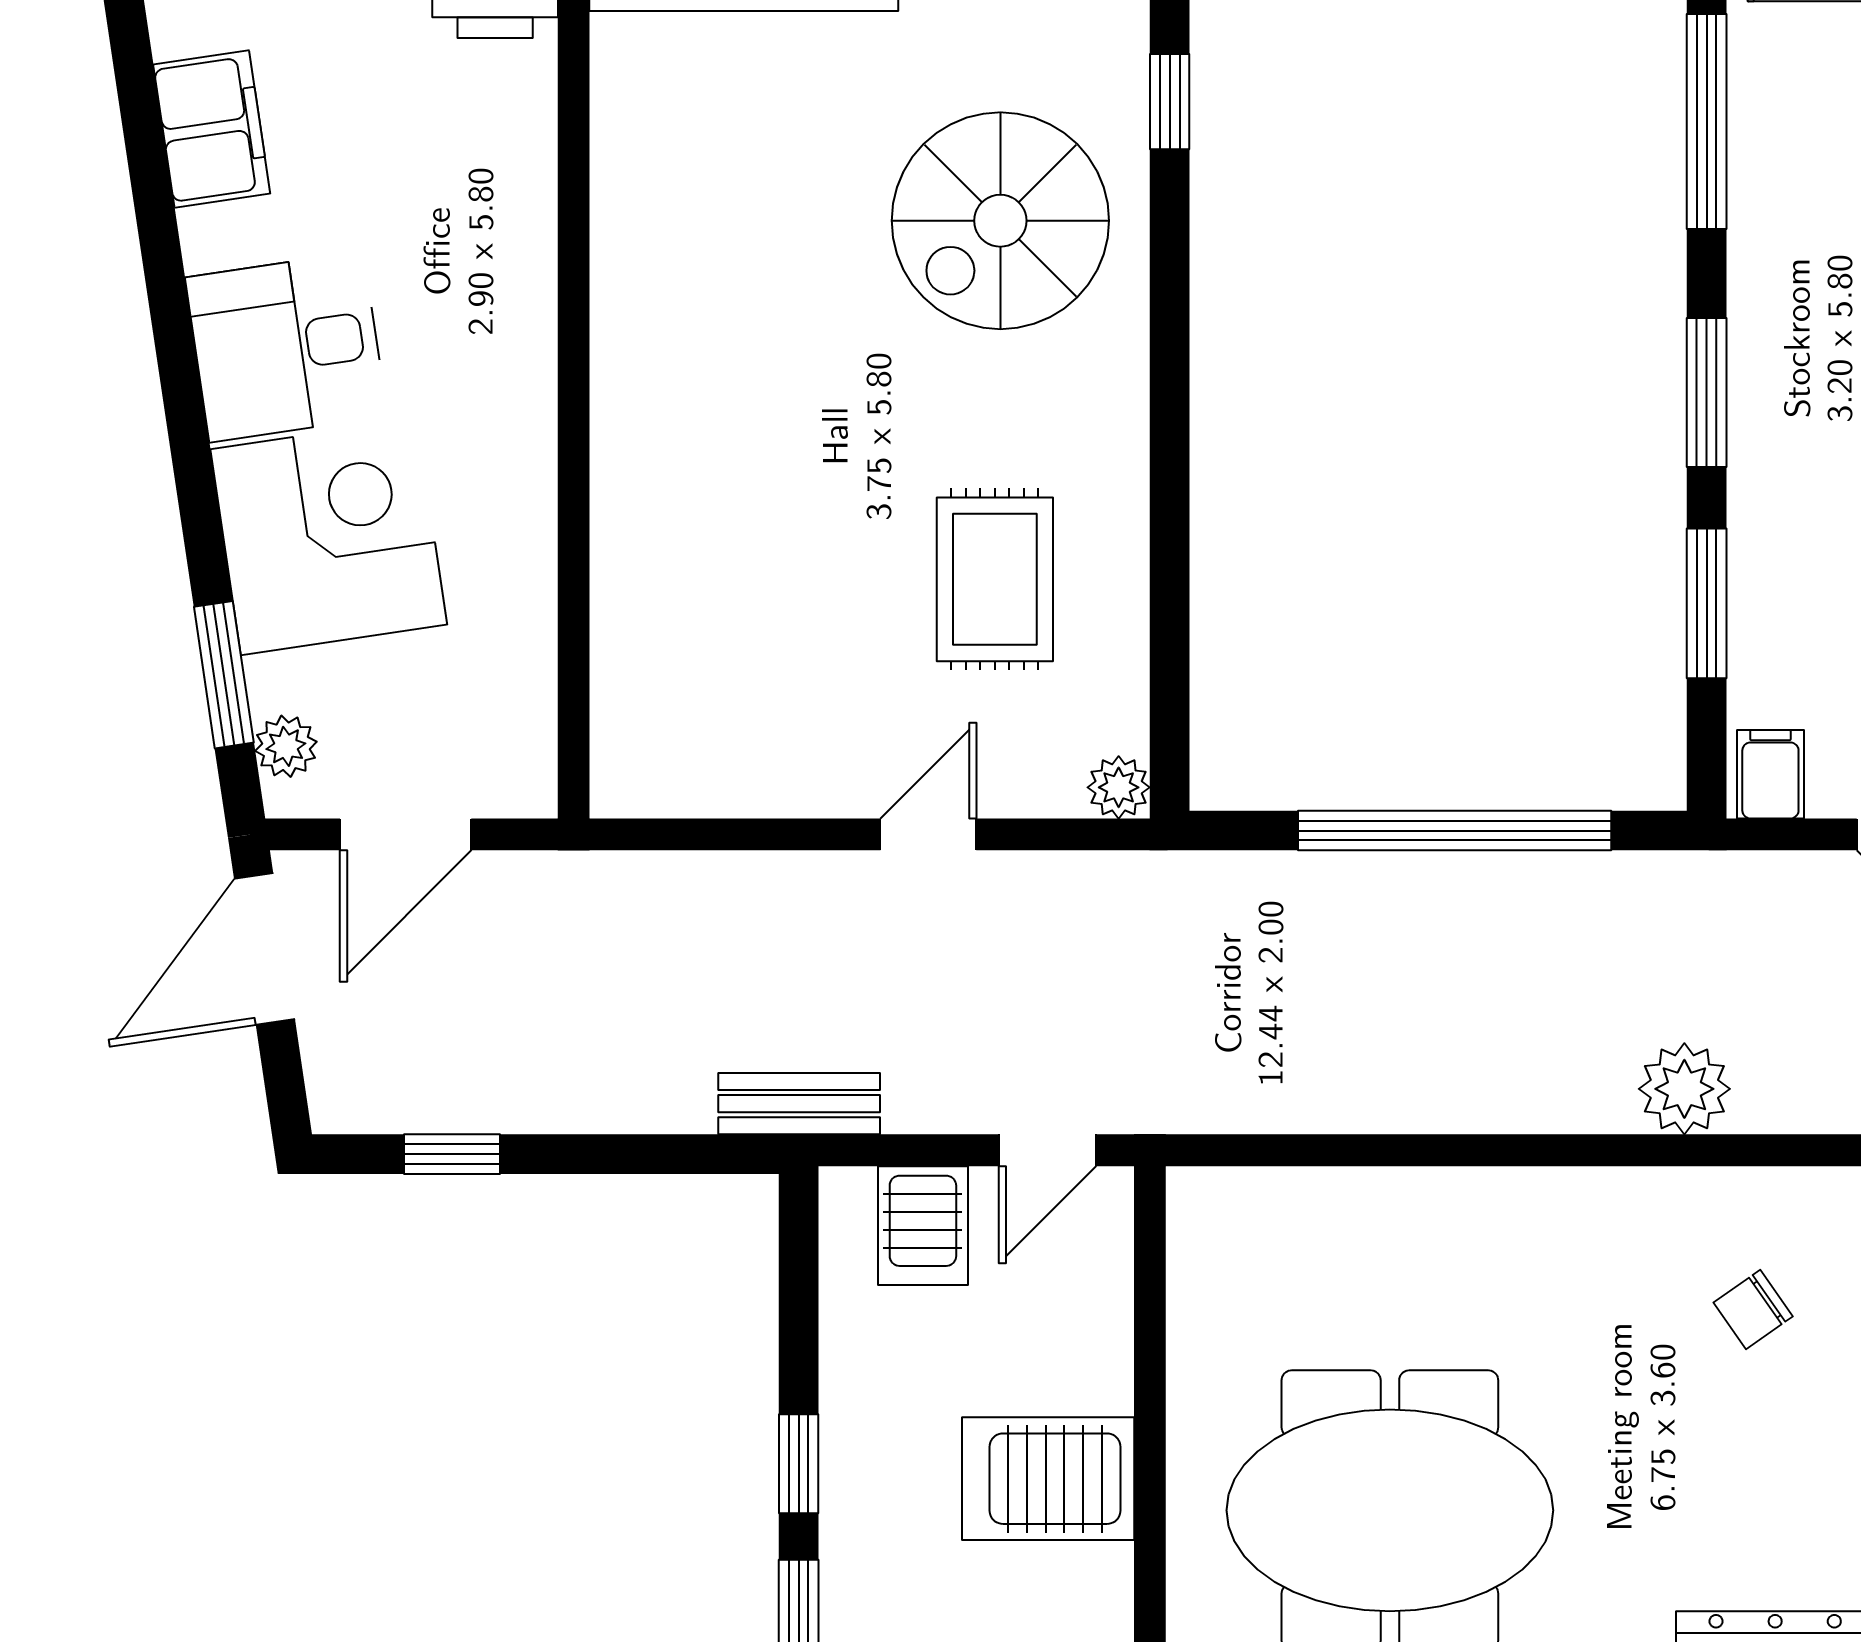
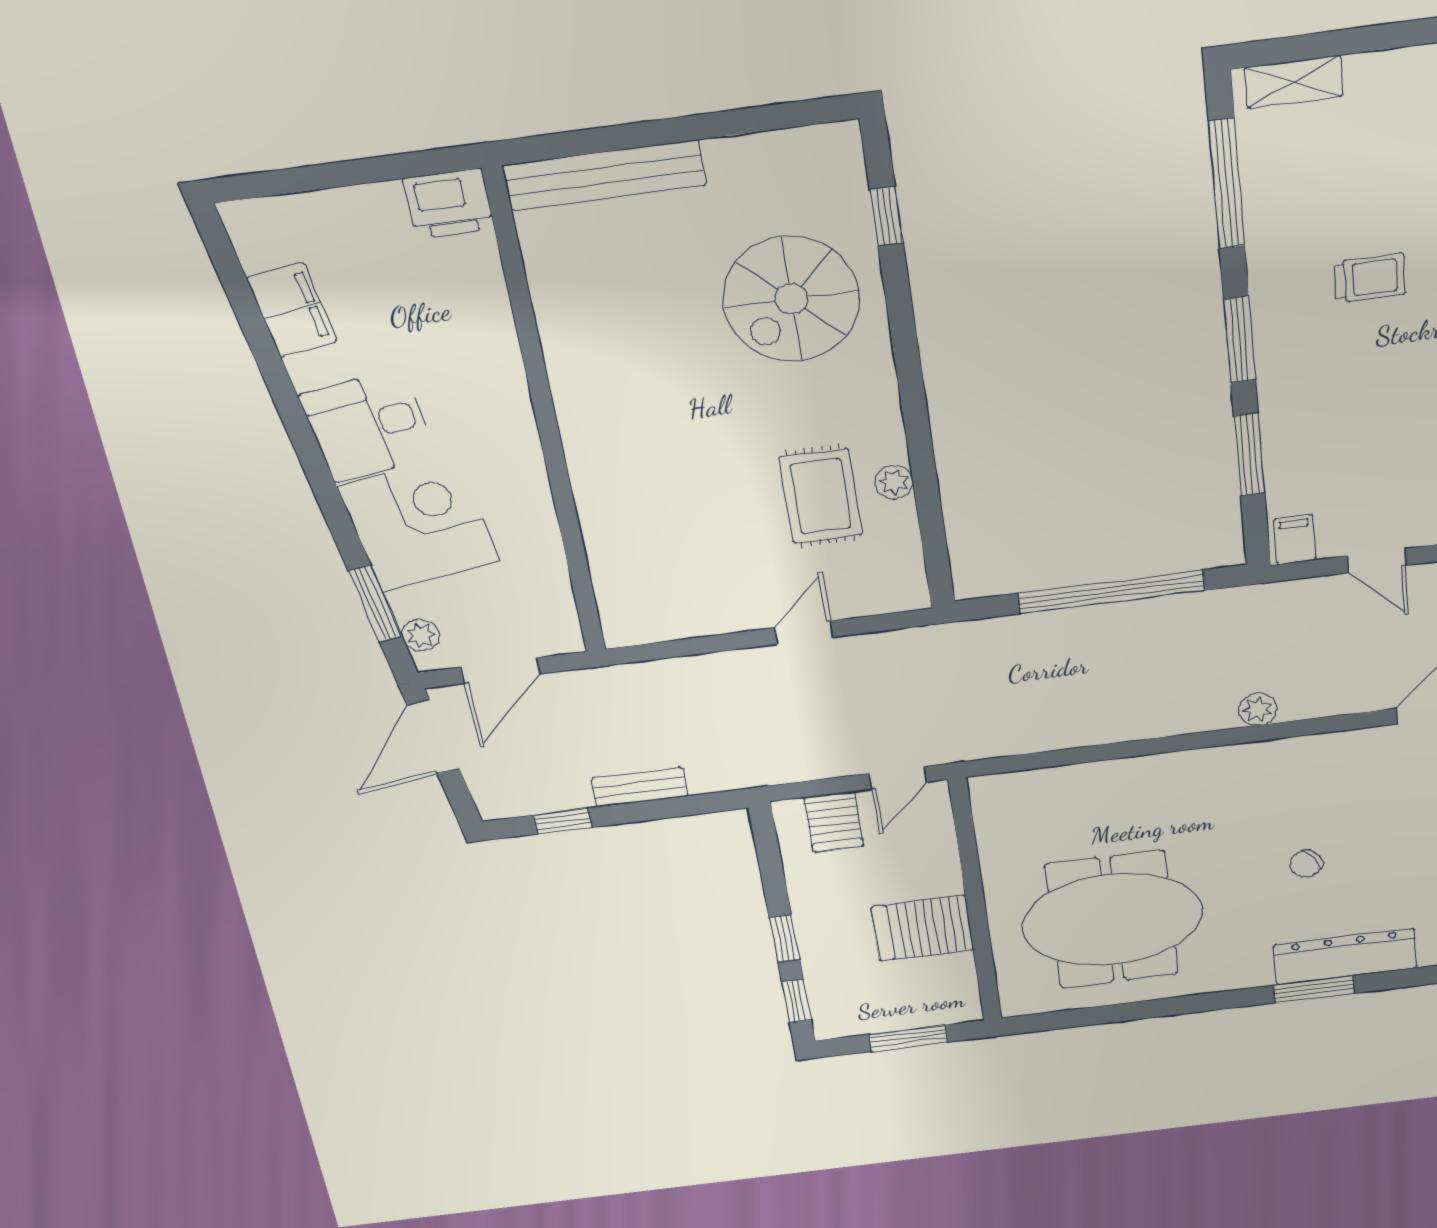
plant: (1119, 787) -> (894, 482), moved
plant: (1684, 1089) -> (1258, 709), width x0.73, depth x0.73
bench: (799, 1104) -> (640, 787), moved
chair: (1753, 1309) -> (1306, 864), moved

